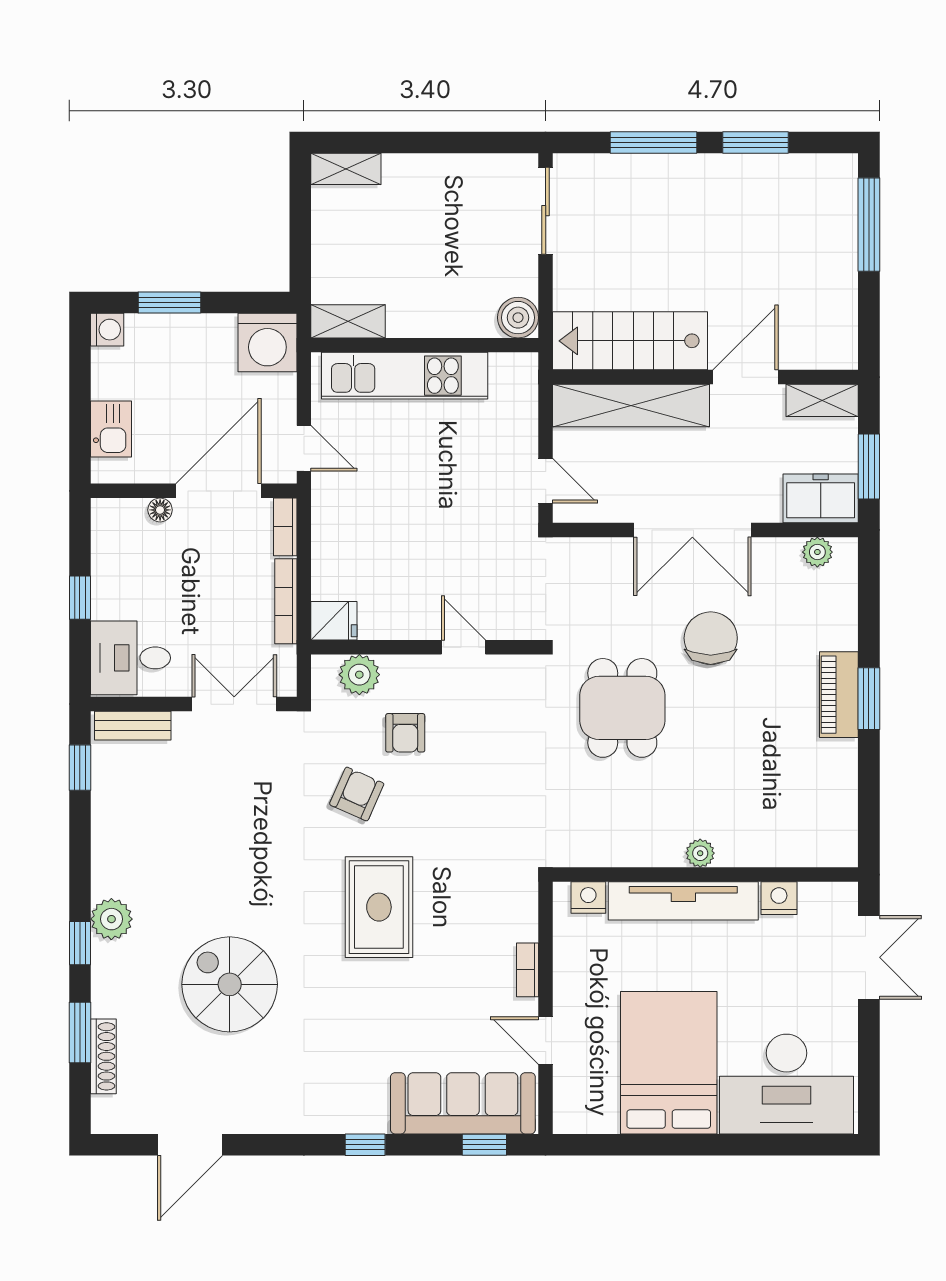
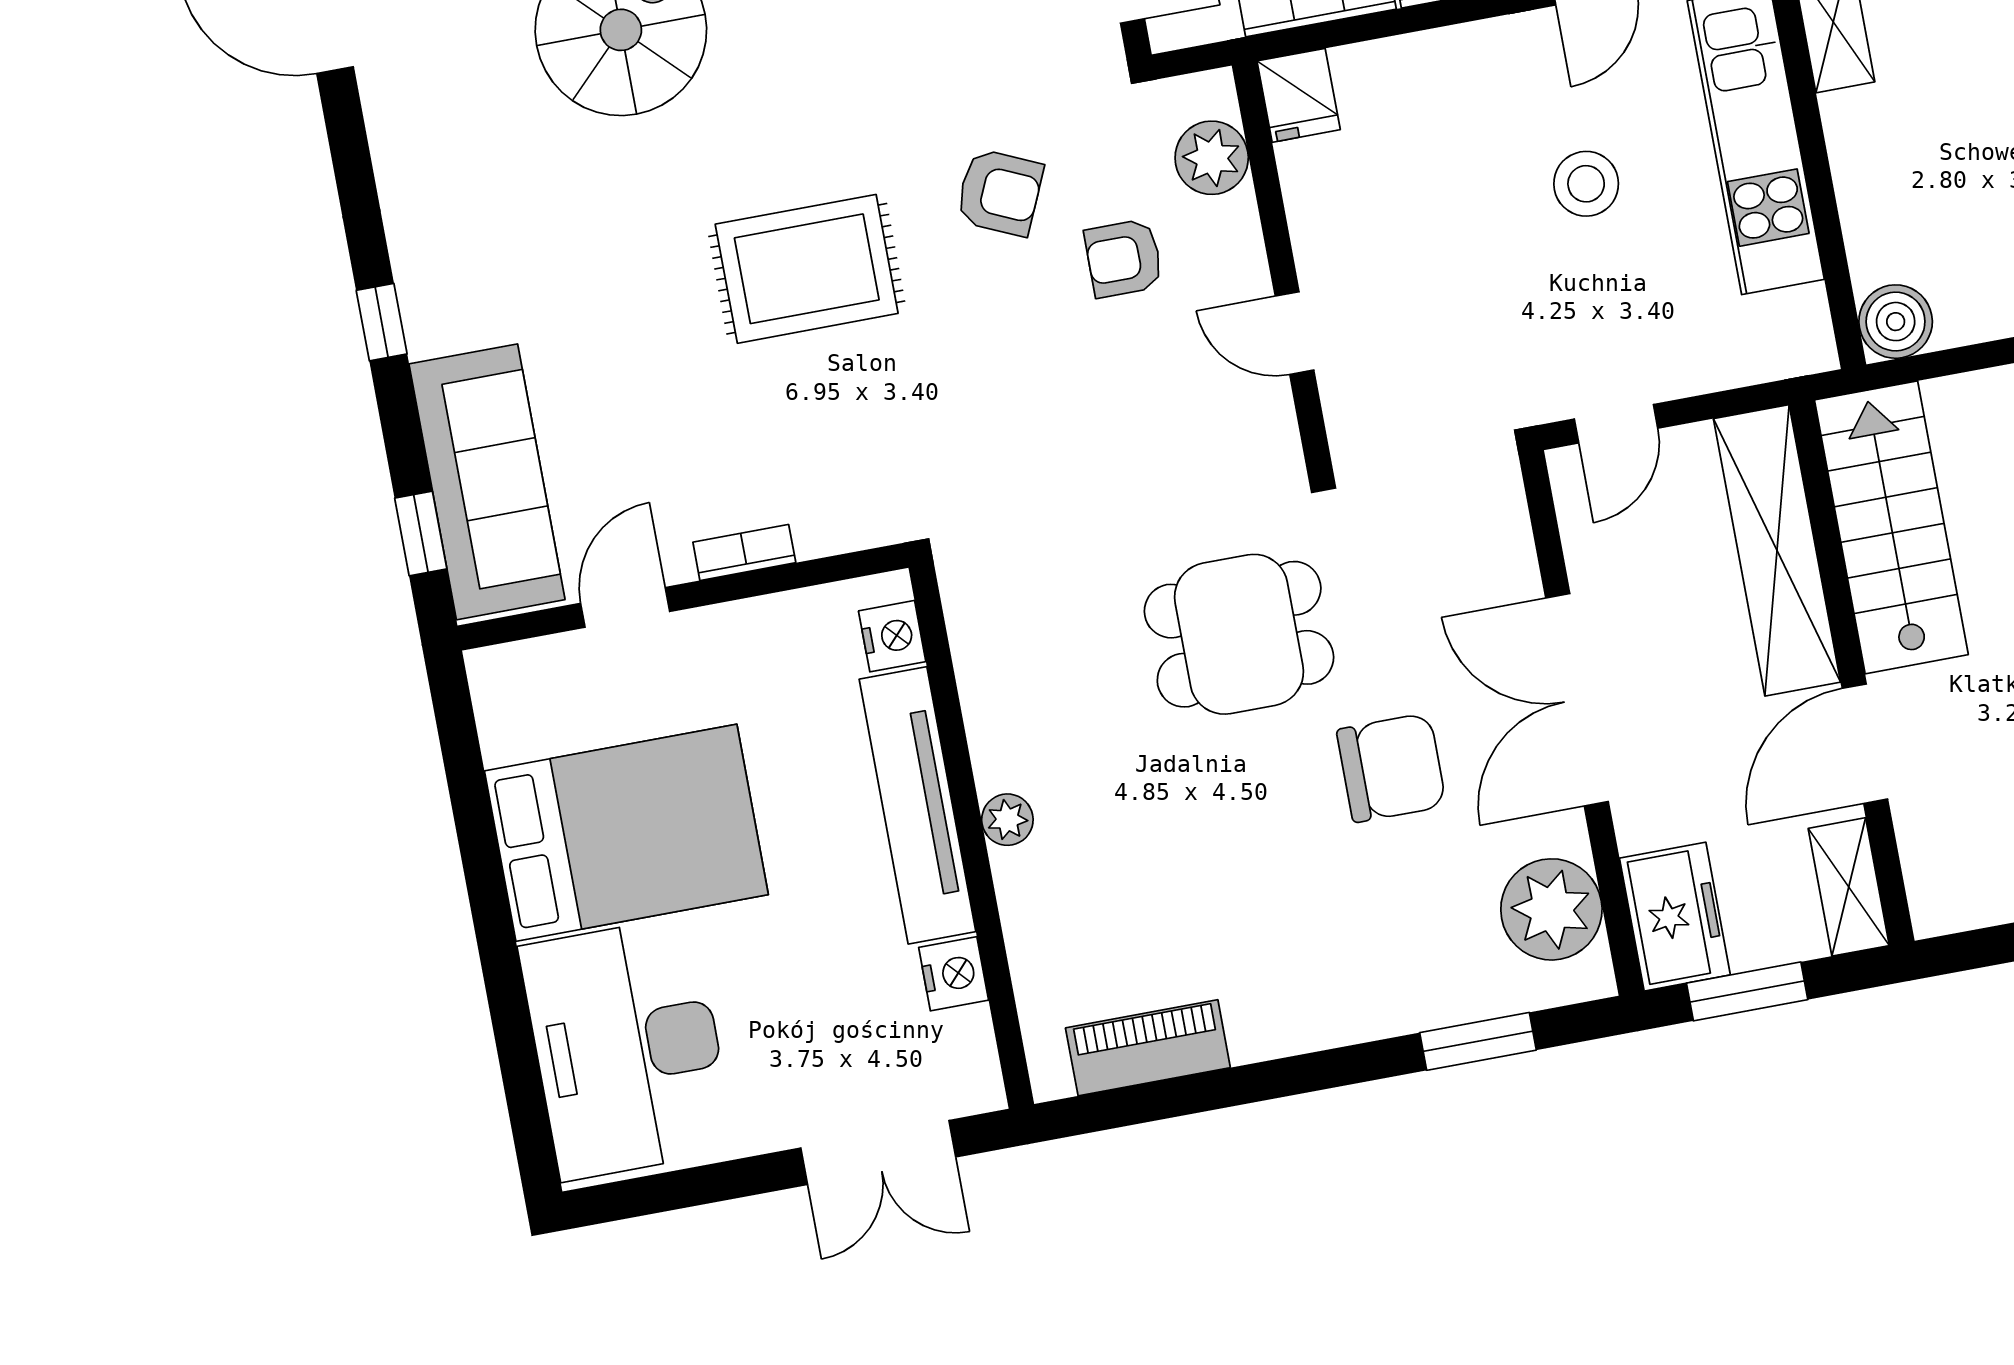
door: (746, 377) -> (1865, 744), swing flipped
stool: (411, 473) -> (1586, 184), added
plant: (817, 552) -> (1551, 909), width x1.88, depth x1.88
door: (463, 647) -> (1294, 333), swing flipped
piano: (839, 695) -> (1148, 1048), moved
window: (869, 699) -> (1478, 1041), moved

